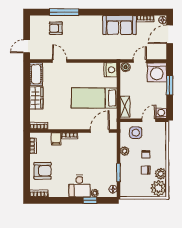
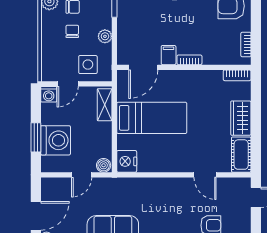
washing machine: (157, 72) -> (56, 140), moved, turned 90
filing cabinet: (56, 139) -> (169, 55), moved

